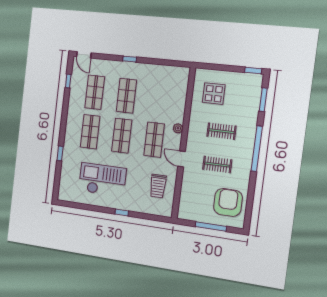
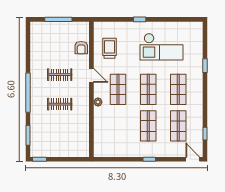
display table: (214, 94) -> (70, 136), removed
armchair: (228, 202) -> (81, 48), moved, width x0.53, depth x0.53

